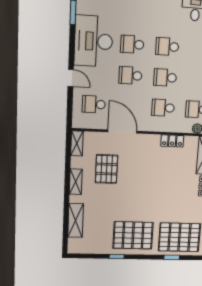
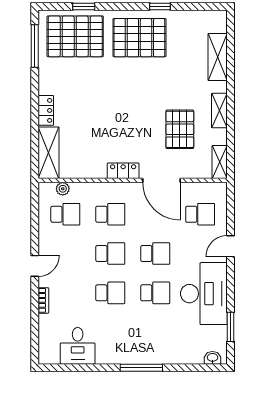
door: (71, 78) -> (231, 246), hinge flipped
locker: (172, 141) -> (123, 171), moved

